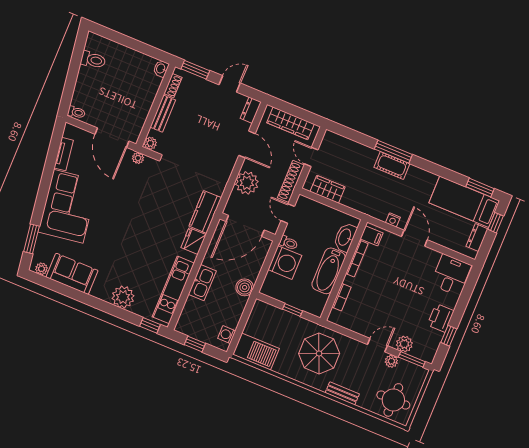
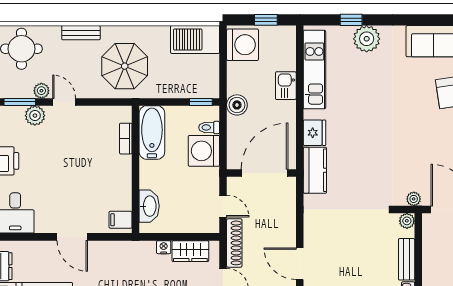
plant: (247, 183) -> (282, 221), removed
nightstand: (393, 220) -> (164, 247), moved
toilet: (288, 243) -> (209, 127), moved
bookcase: (357, 259) -> (126, 188), removed
bathtub: (329, 271) -> (152, 133), moved
kitchen sink: (202, 283) -> (286, 86), width x0.73
window: (293, 310) -> (201, 102), moved
window: (150, 325) -> (351, 20), moved
washing machine: (227, 335) -> (243, 45), width x1.89, depth x1.89
door: (377, 345) -> (64, 102), swing flipped

